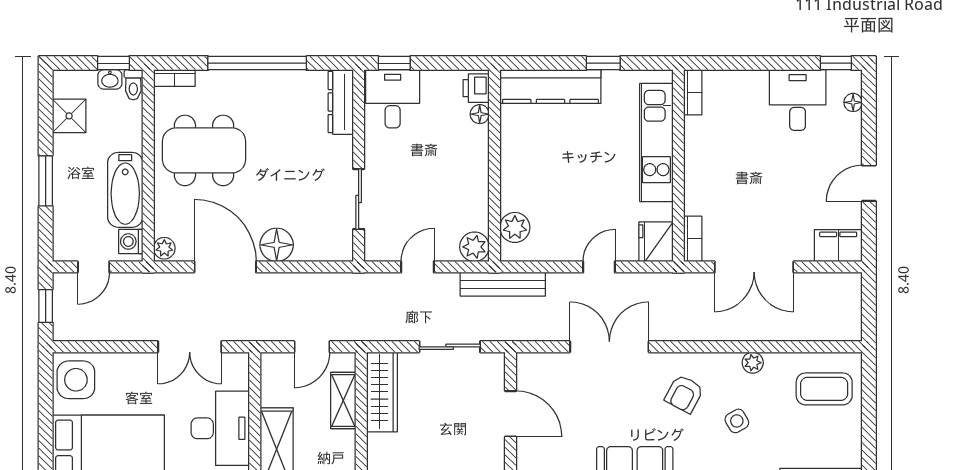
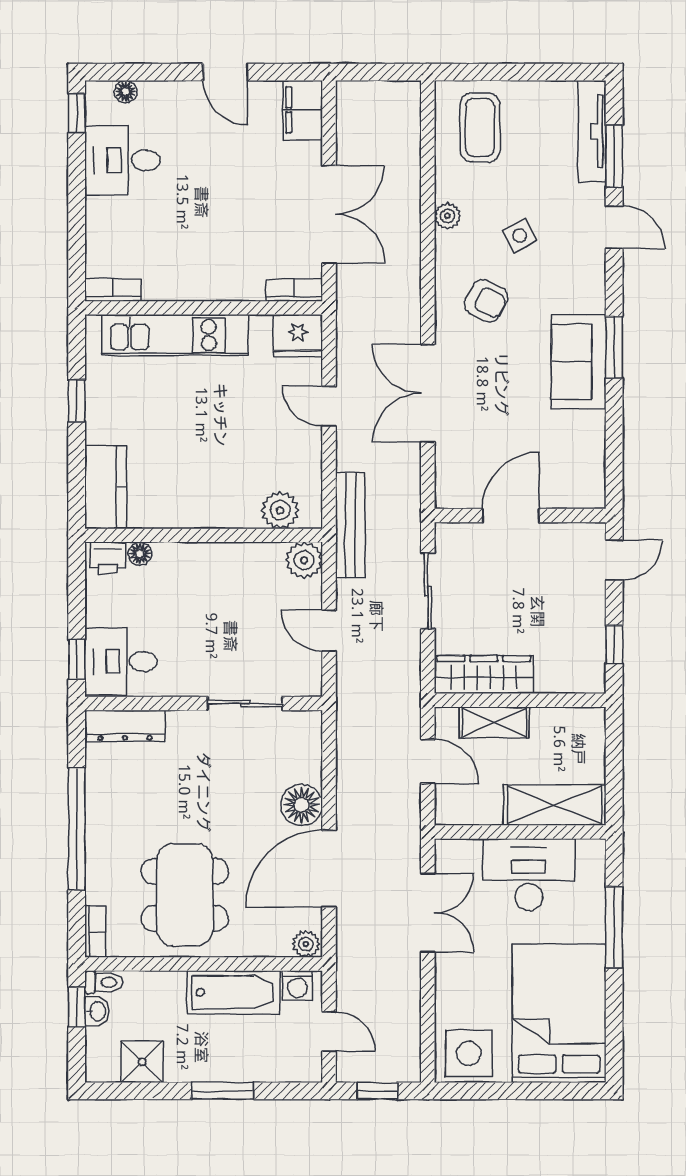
kitchen counter: (550, 87) -> (106, 487), width x0.67

